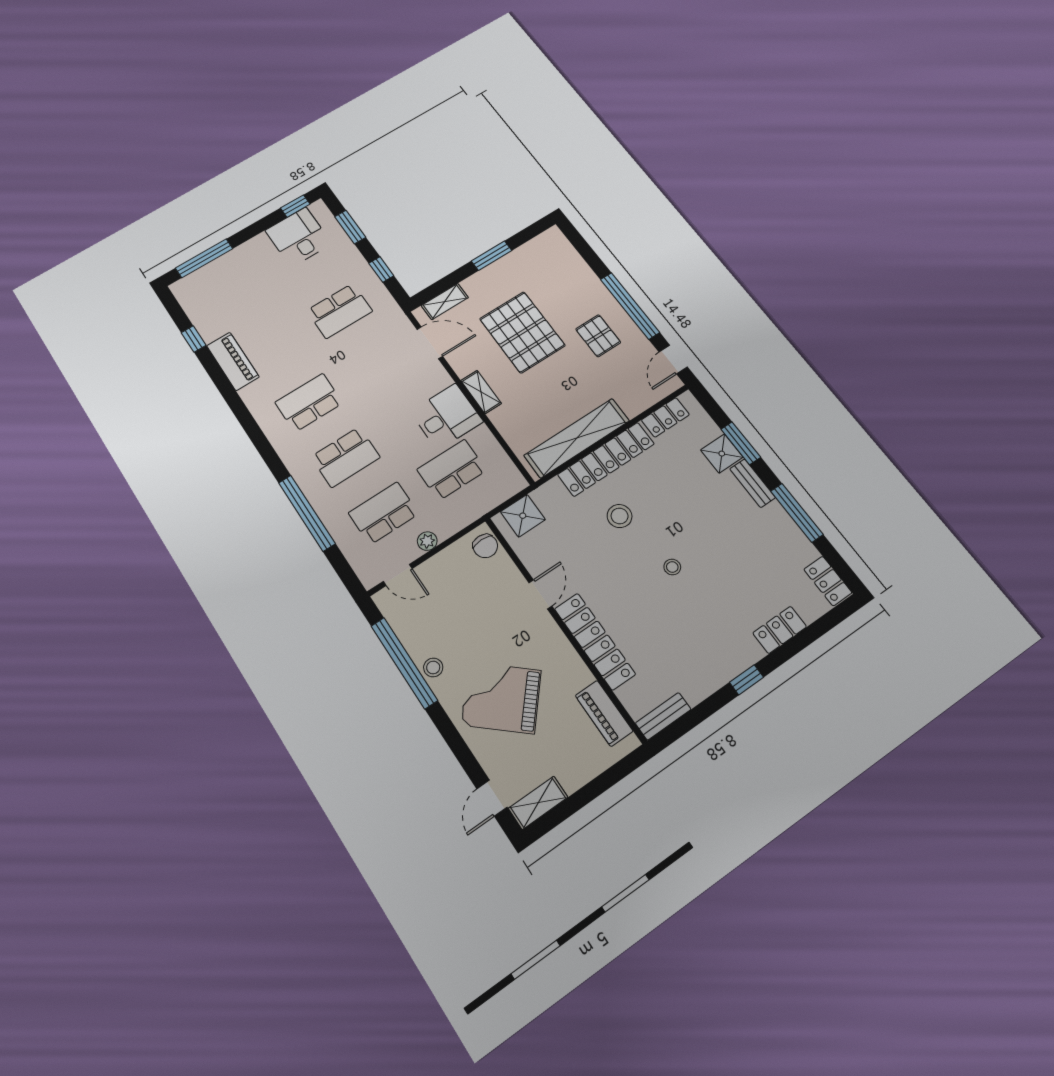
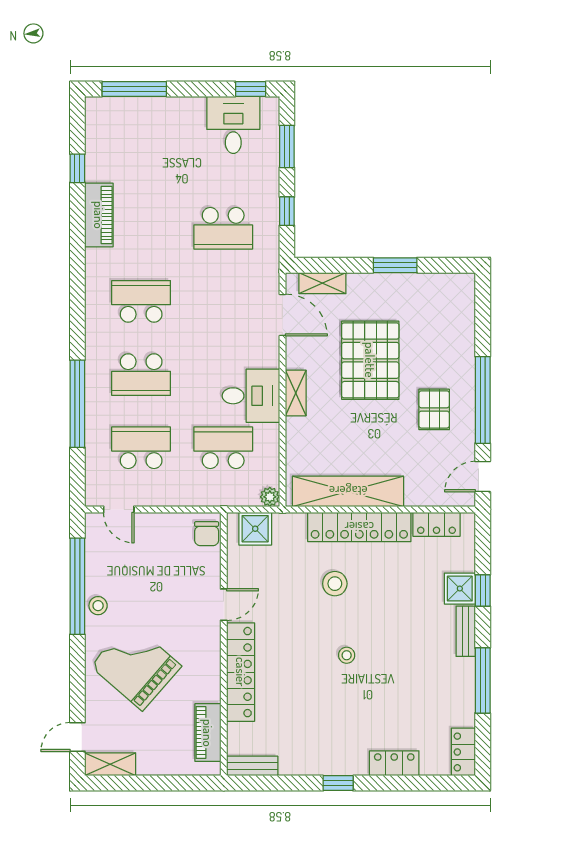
window: (741, 443) -> (483, 591), width x0.67
plant: (427, 541) -> (270, 497), moved

